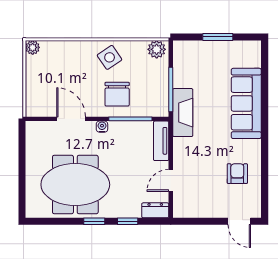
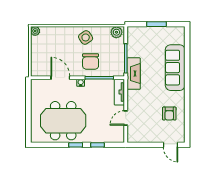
armchair: (237, 174) -> (169, 114), turned 180
dresser: (155, 210) -> (116, 138), removed

